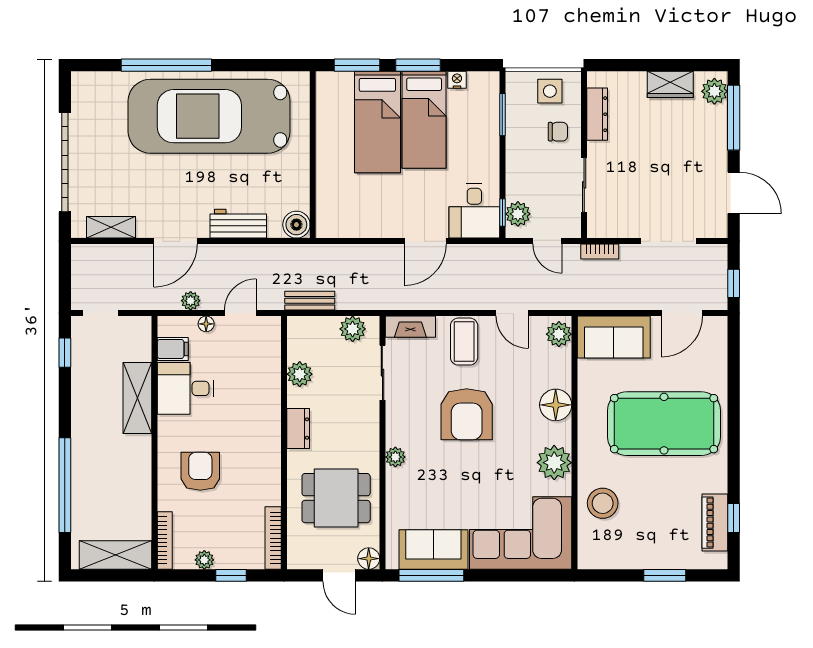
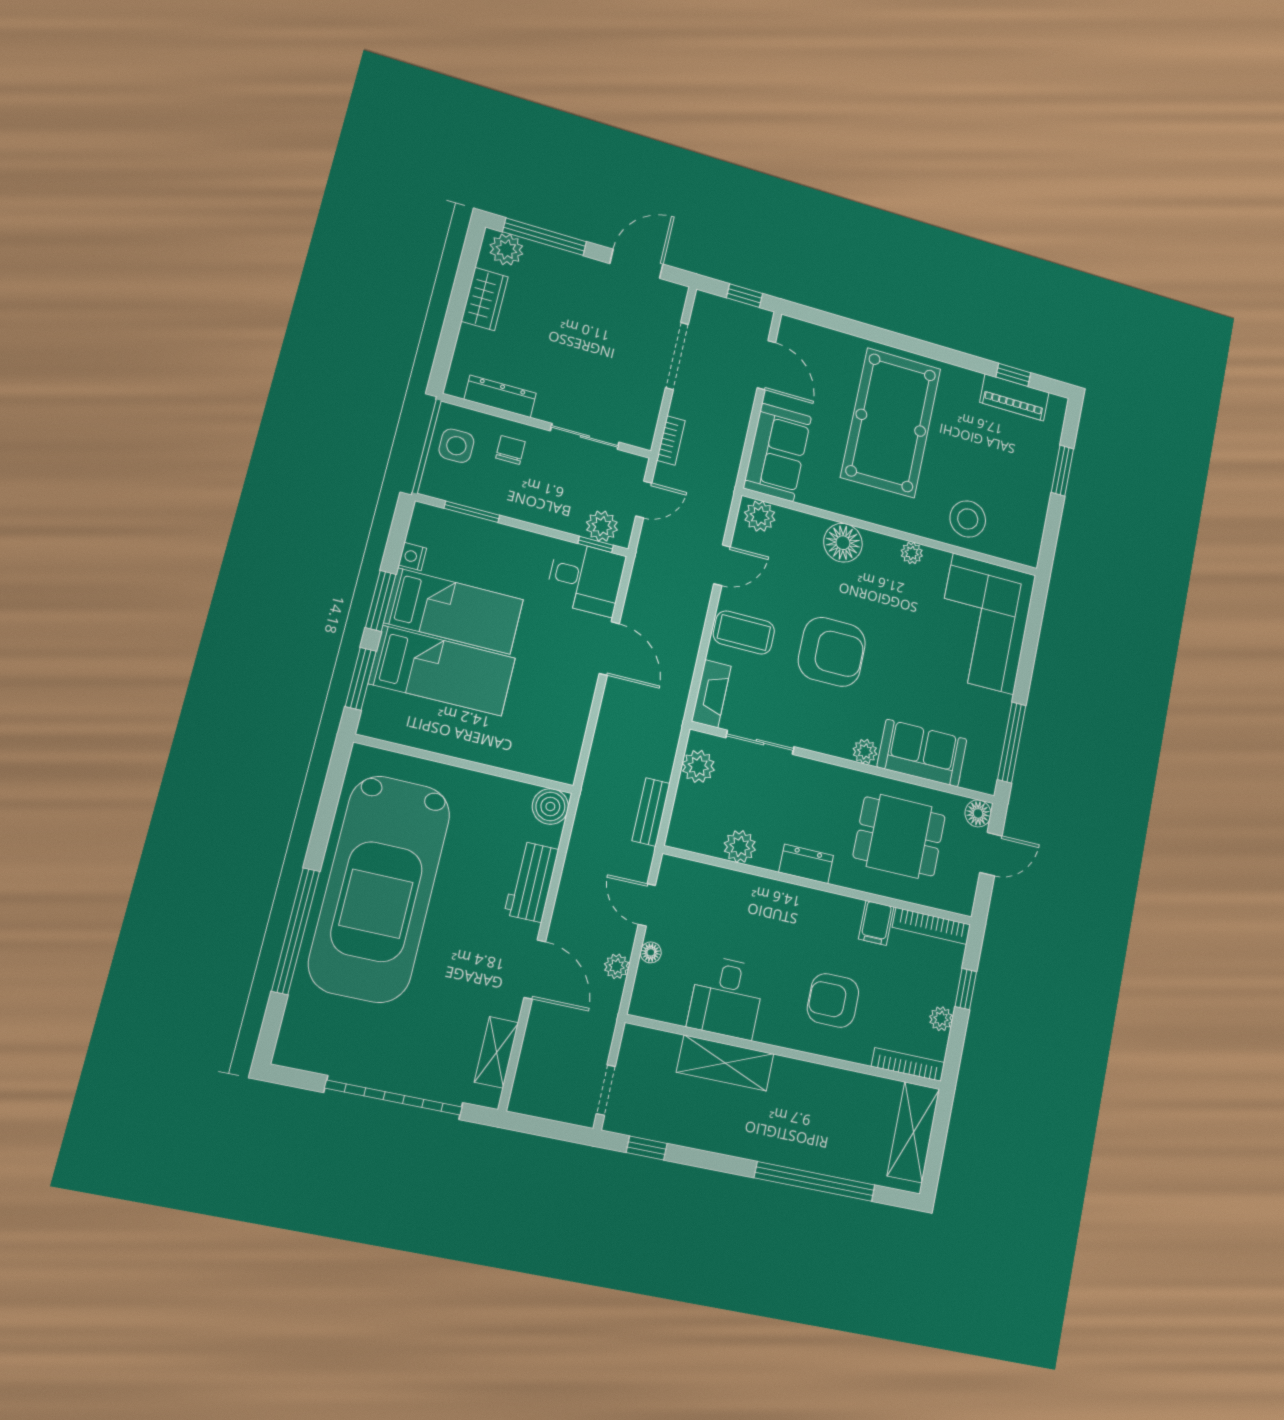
filing cabinet: (173, 349) -> (876, 923), moved, turned 180
plant: (554, 463) -> (912, 553), width x0.53, depth x0.53
dining table: (336, 498) -> (899, 836), turned 90
sofa: (433, 550) -> (922, 753), moved, turned 90

